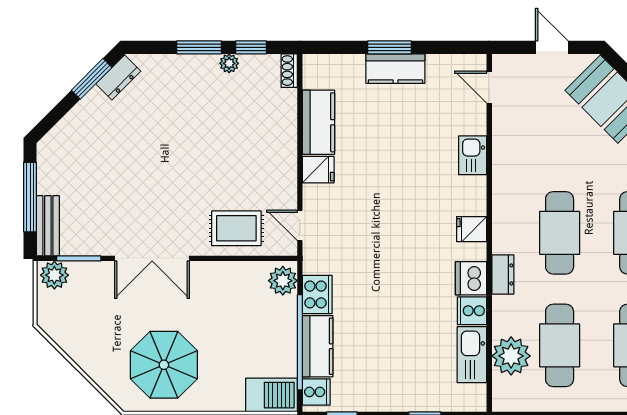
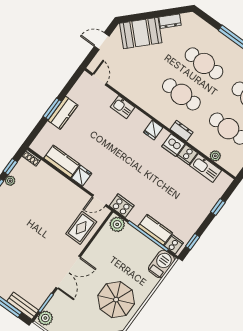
door: (489, 87) -> (99, 79), swing flipped
cooker: (317, 294) -> (122, 206), moved
plant: (511, 356) -> (215, 156), width x0.53, depth x0.53

